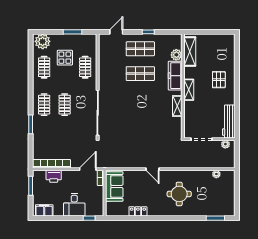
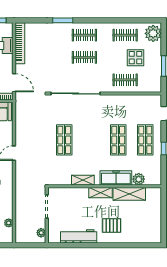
shelving: (190, 51) -> (129, 194), moved
workbench: (229, 121) -> (79, 236), moved
shop shelf: (140, 123) -> (64, 140), added

